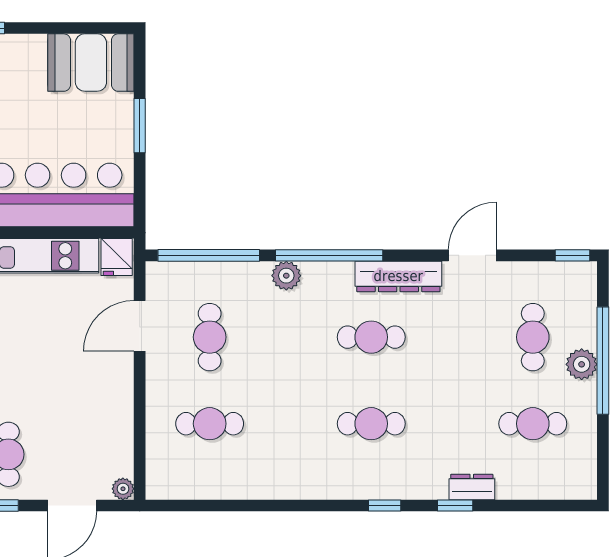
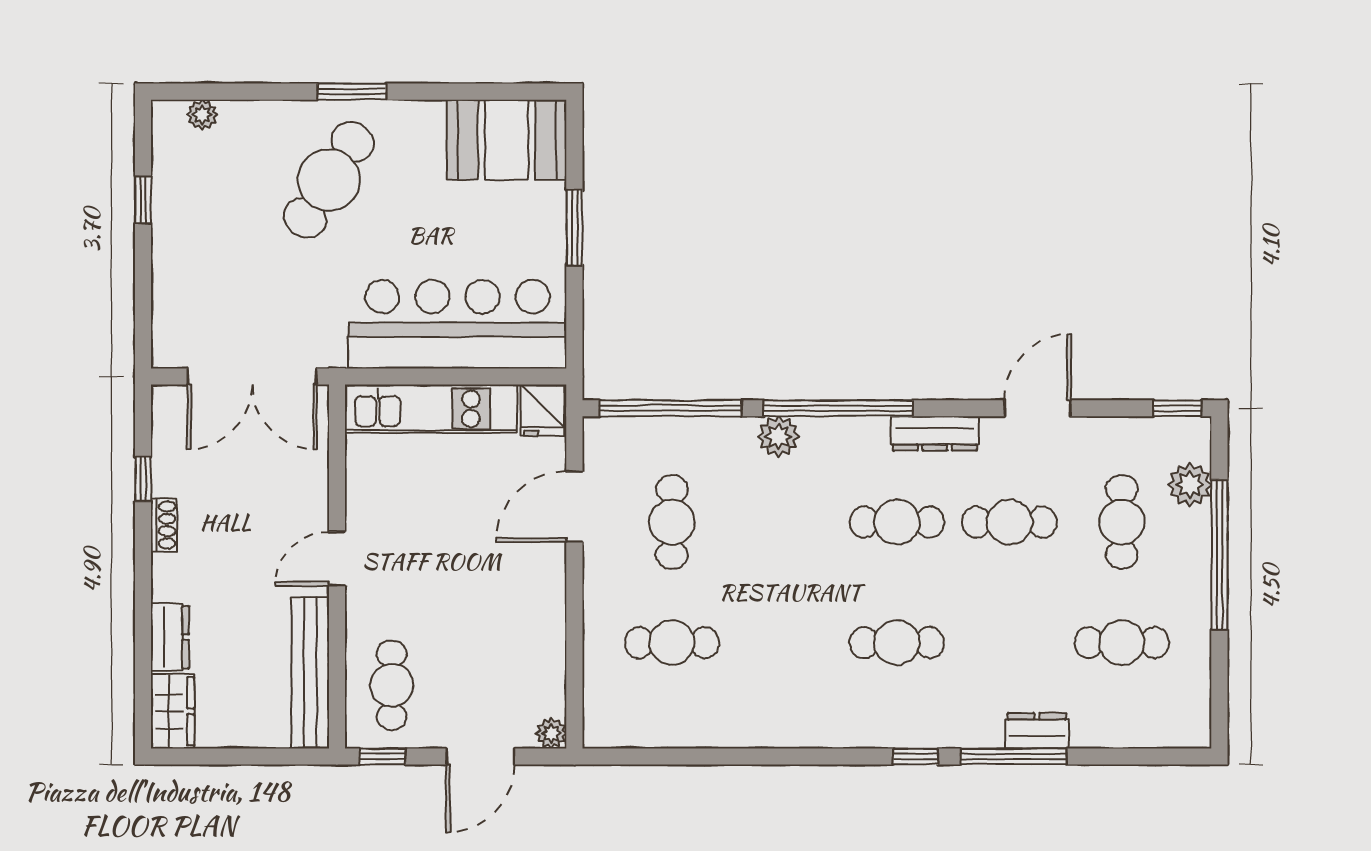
dresser: (398, 276) -> (935, 433), width x0.73, depth x0.80
cafe table: (452, 337) -> (1009, 522), added
plant: (582, 364) -> (1190, 485), moved
window: (455, 505) -> (1014, 756), width x2.17

